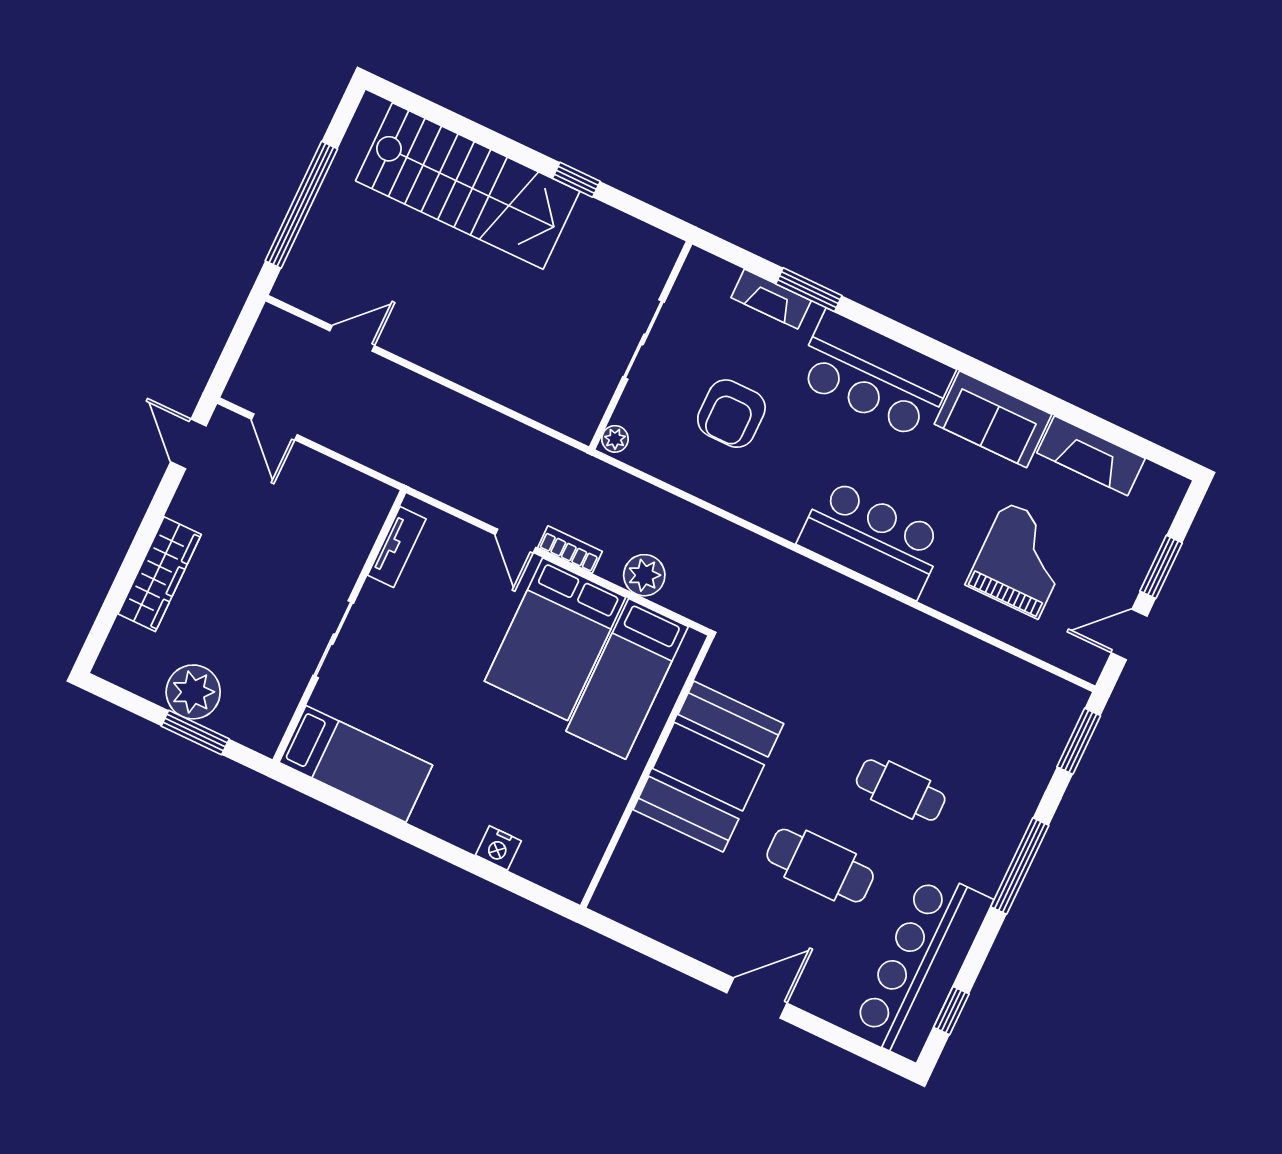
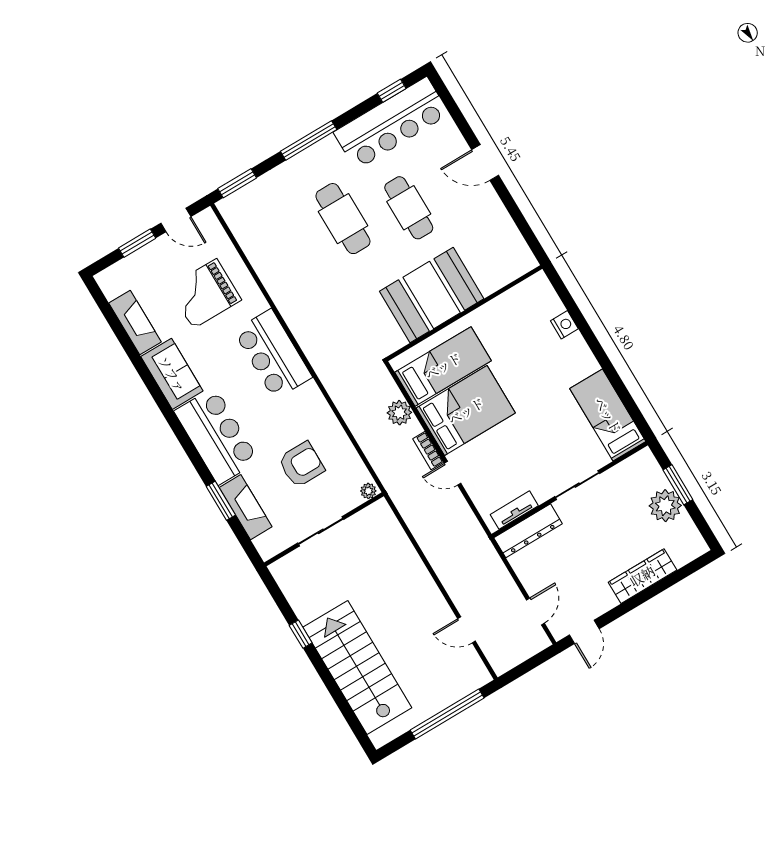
fireplace: (771, 299) -> (246, 507), width x1.37, depth x1.32
dresser: (359, 531) -> (528, 531), added
door: (515, 541) -> (453, 473), swing flipped
cafe table: (901, 790) -> (343, 219), width x1.37, depth x1.35

